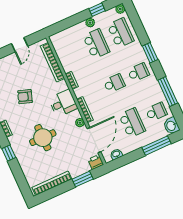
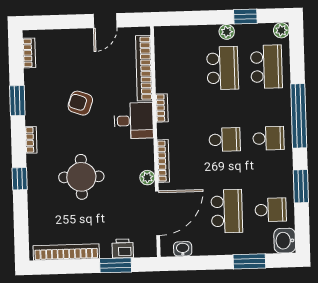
window: (150, 53) -> (299, 116), width x2.11
window: (168, 92) -> (301, 186), width x0.69
desk: (63, 103) -> (134, 121), moved
window: (156, 146) -> (249, 261), width x0.69
printer: (96, 162) -> (123, 248), moved

